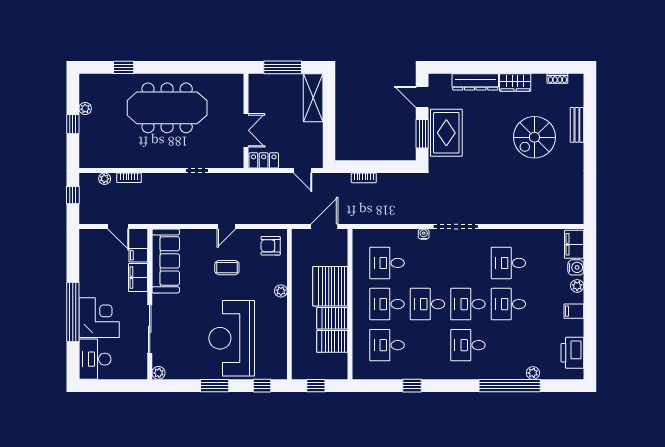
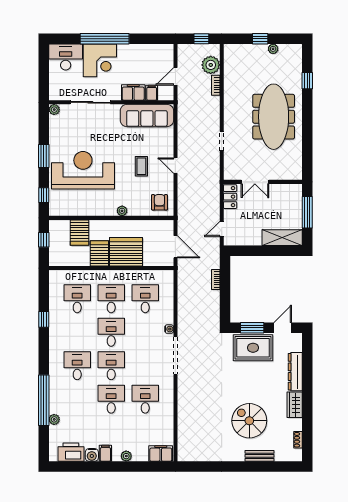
plant: (105, 179) -> (211, 65), width x1.87, depth x1.87
water cooler: (576, 267) -> (92, 455), moved
server rack: (332, 341) -> (80, 233), moved, turned 180

